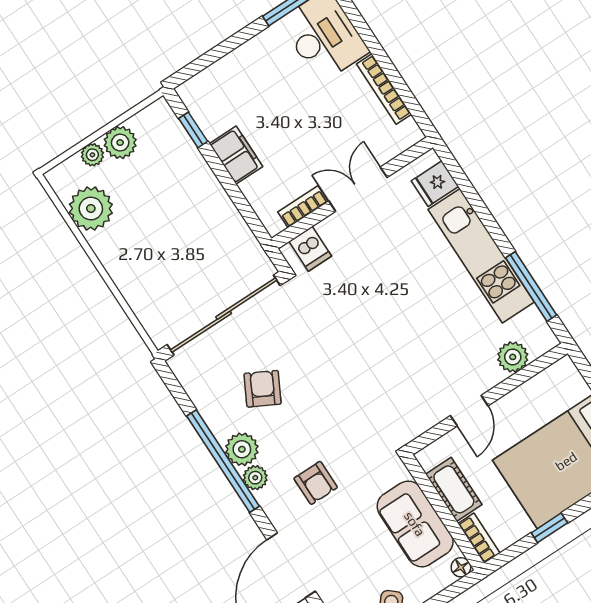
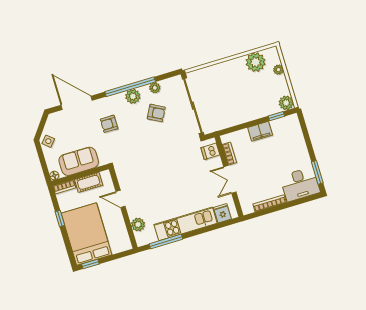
plant: (120, 143) -> (286, 103), moved
double door: (358, 189) -> (230, 179), swing flipped
plant: (255, 478) -> (155, 88), moved

